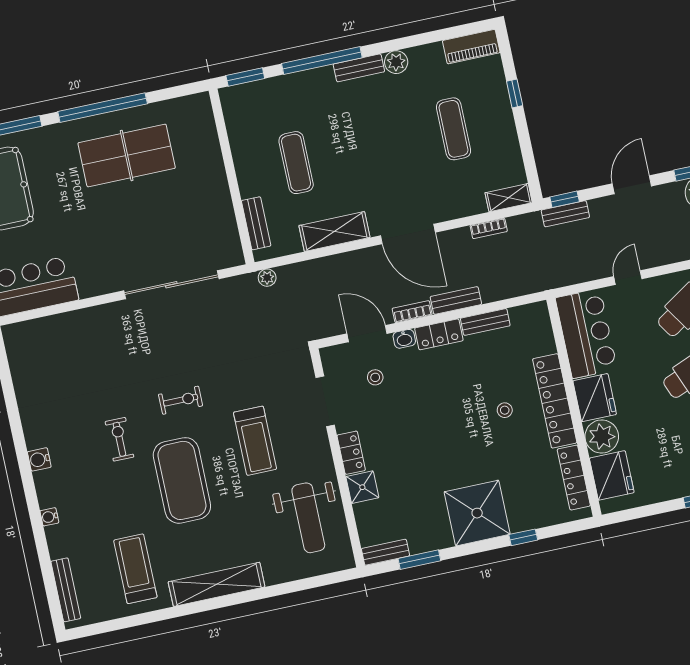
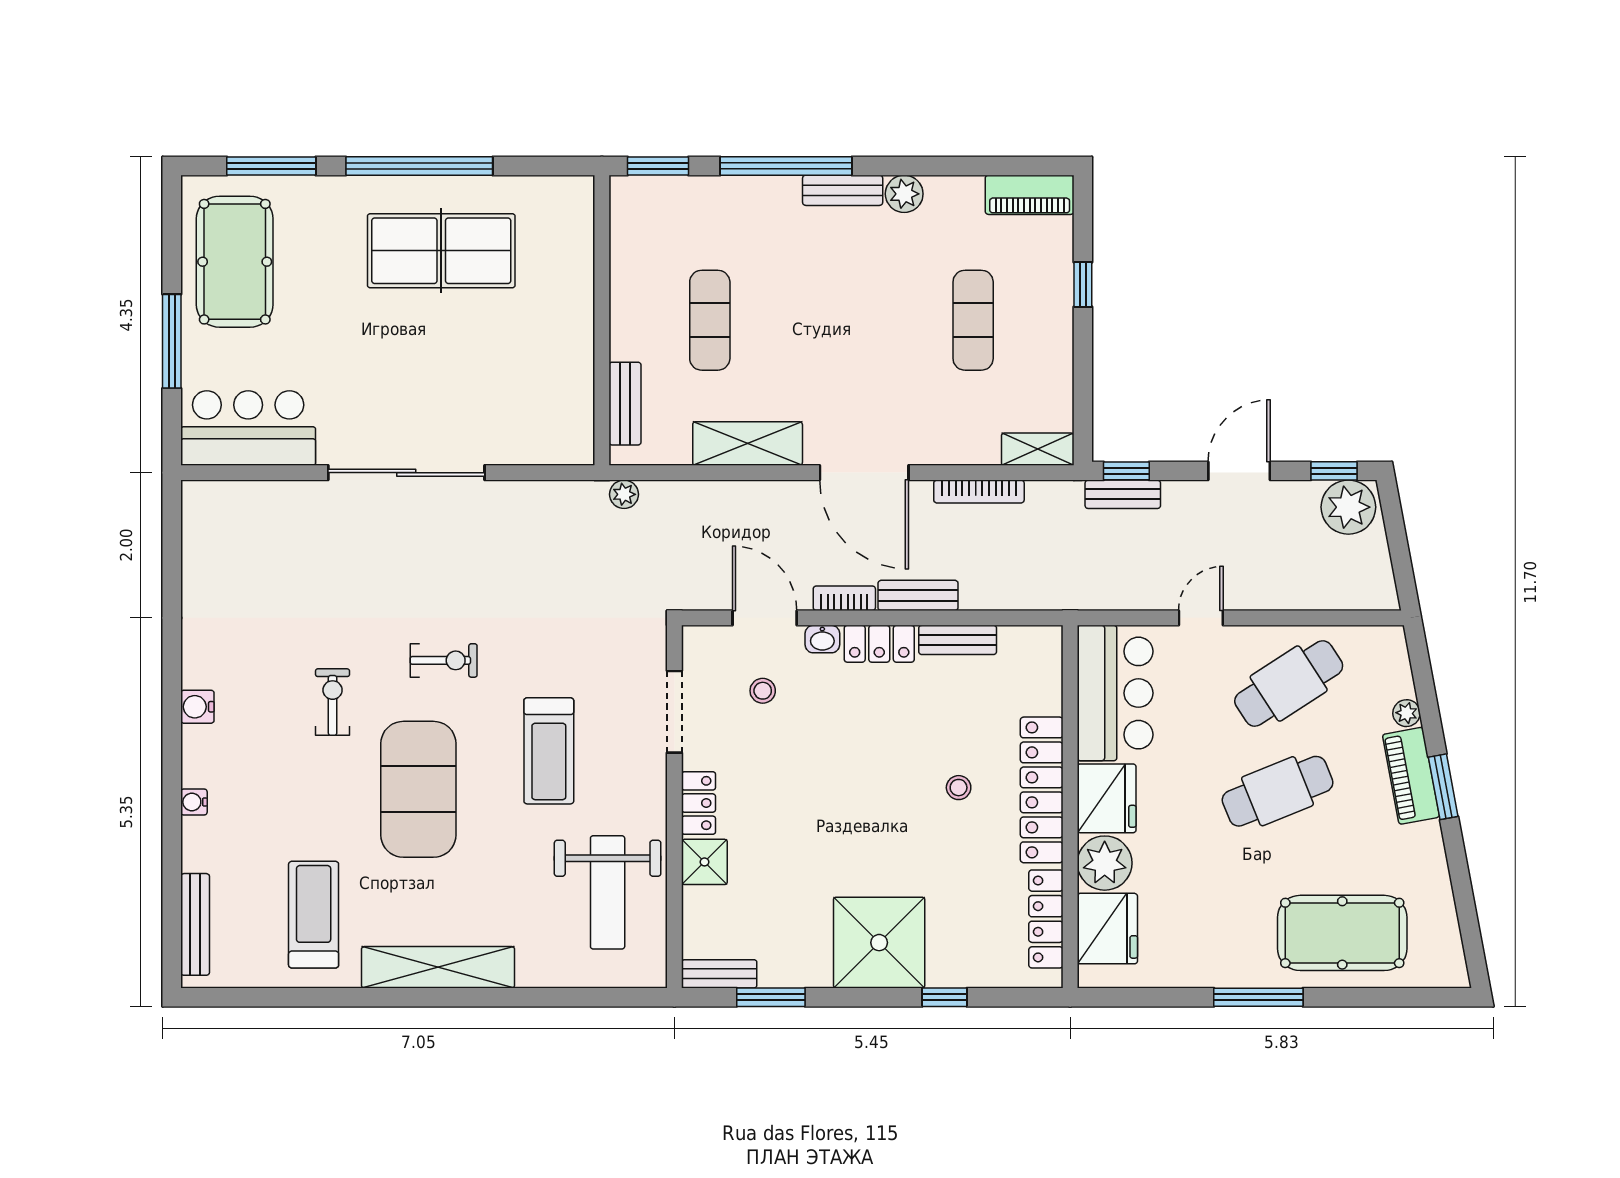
bookcase: (489, 228) -> (979, 491), width x1.56
sliding door: (171, 285) -> (406, 473), moved

